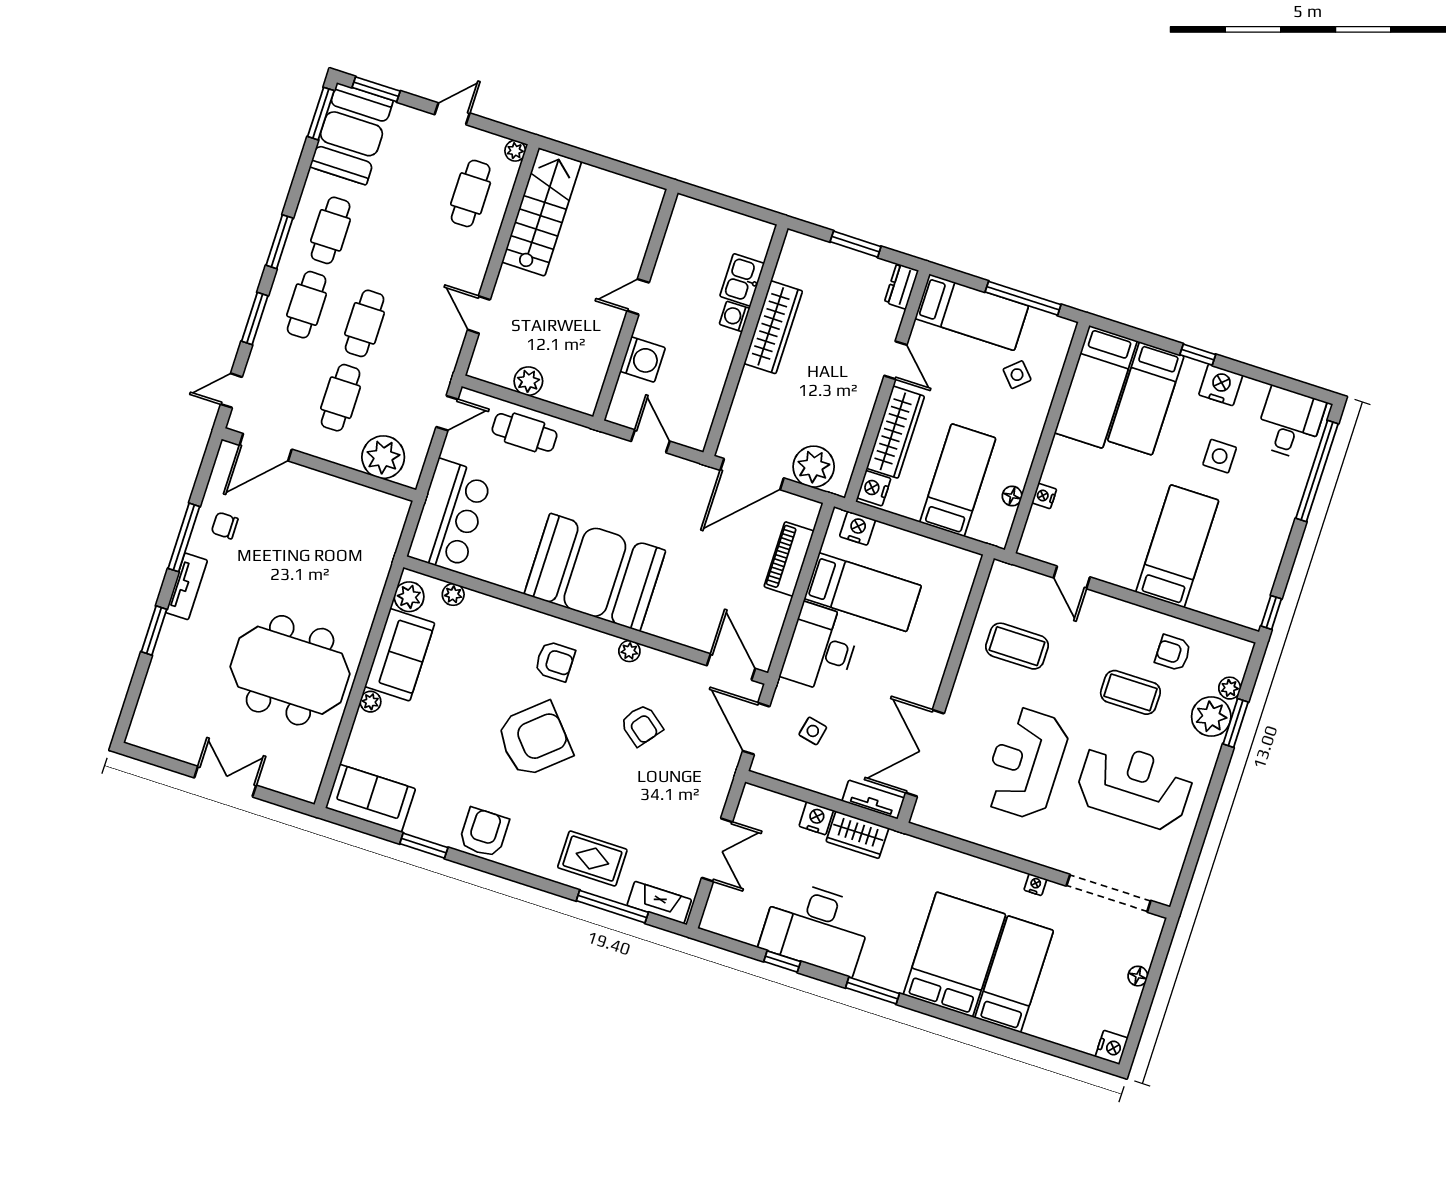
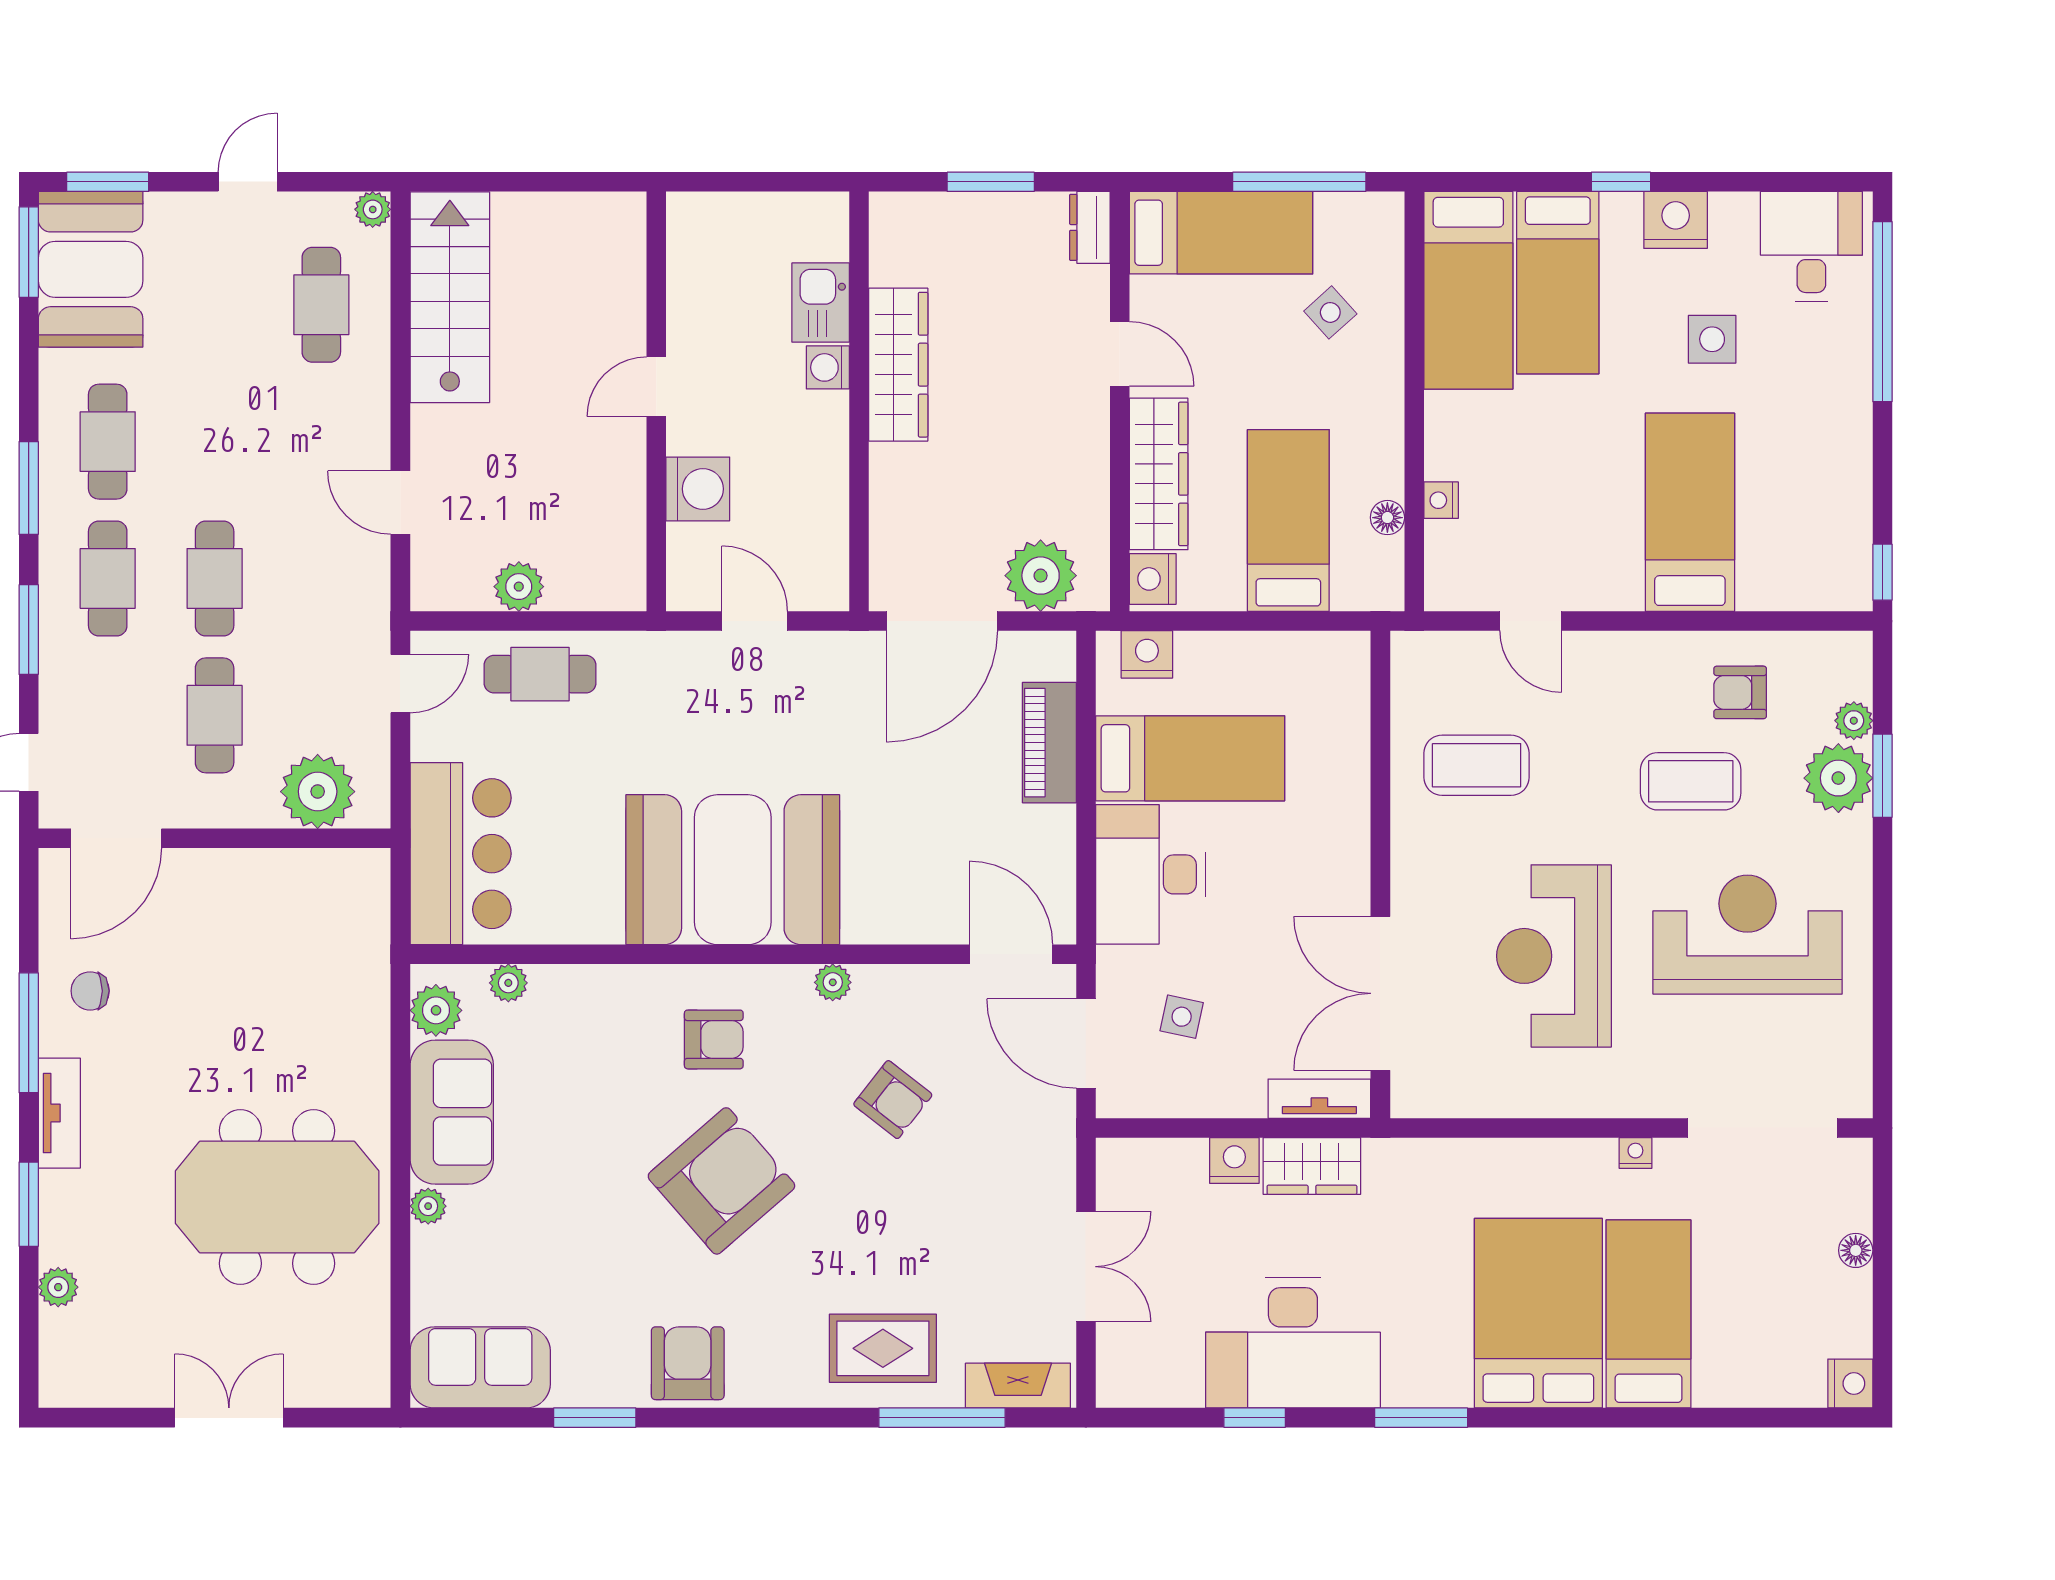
plant: (155, 681) -> (58, 1287), added

